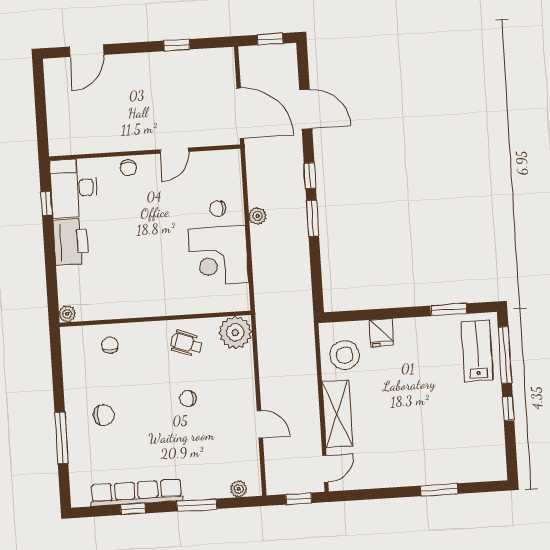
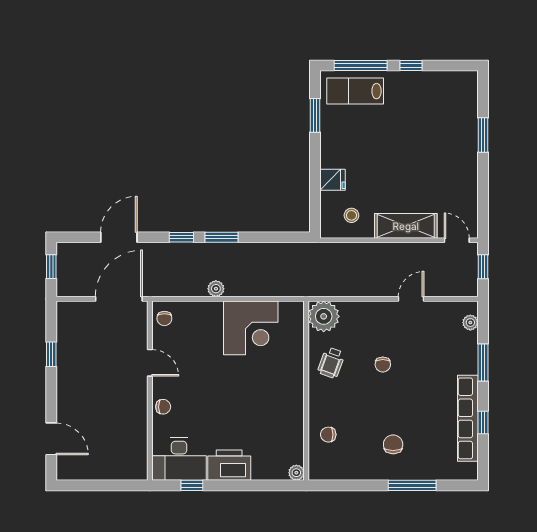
chair: (218, 209) -> (164, 318), moved
stool: (345, 355) -> (351, 215), width x0.53, depth x0.53

